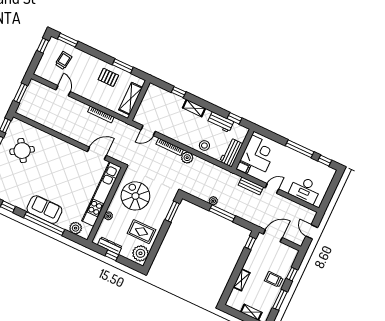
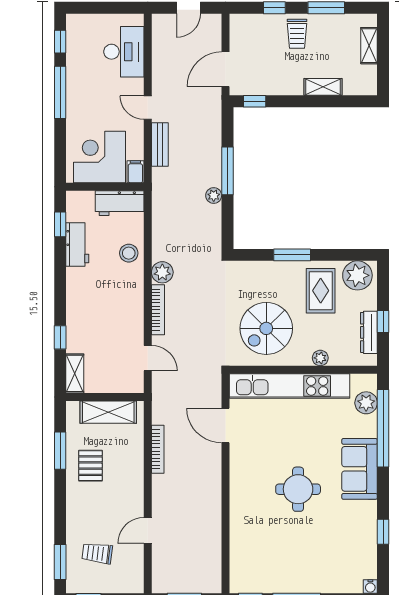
shelving: (194, 108) -> (75, 373), moved
round table: (22, 151) -> (298, 489), moved, turned 32
window: (172, 212) -> (292, 255), moved
window: (44, 224) -> (383, 428), moved
door: (273, 236) -> (225, 69), hinge flipped

